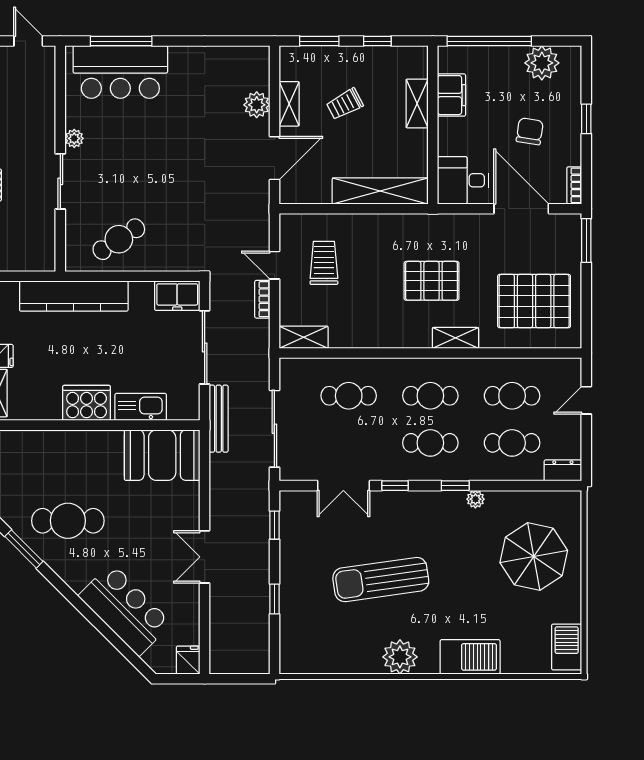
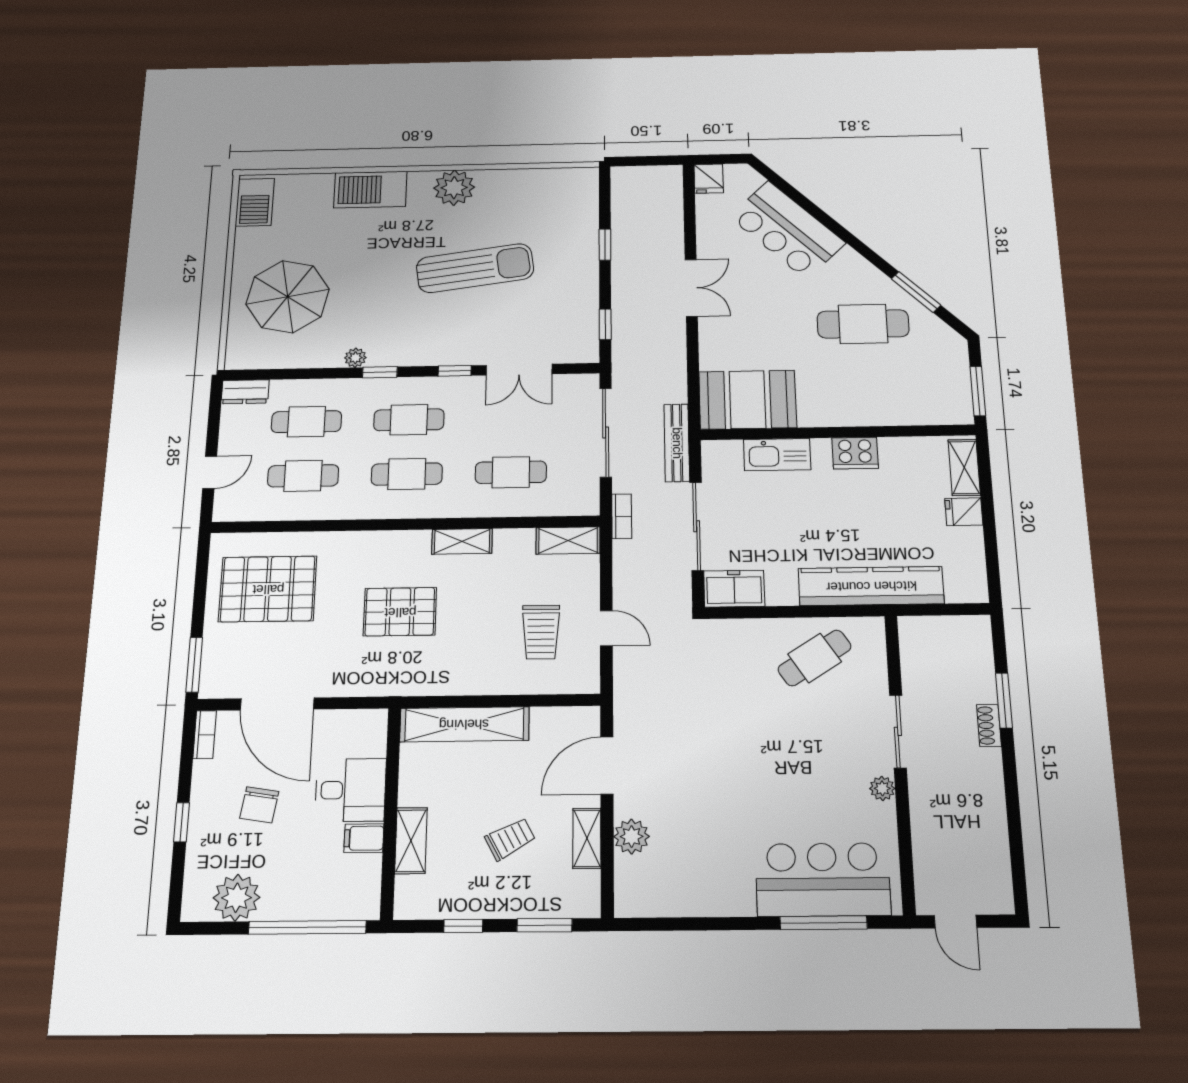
filing cabinet: (451, 95) -> (364, 838), width x0.50
desk: (463, 180) -> (350, 790), moved
bookcase: (262, 299) -> (622, 516), moved
shelving: (455, 338) -> (462, 541), moved
cooker: (87, 403) -> (855, 453), width x0.73, depth x0.76
double door: (343, 486) -> (519, 370), swing flipped

